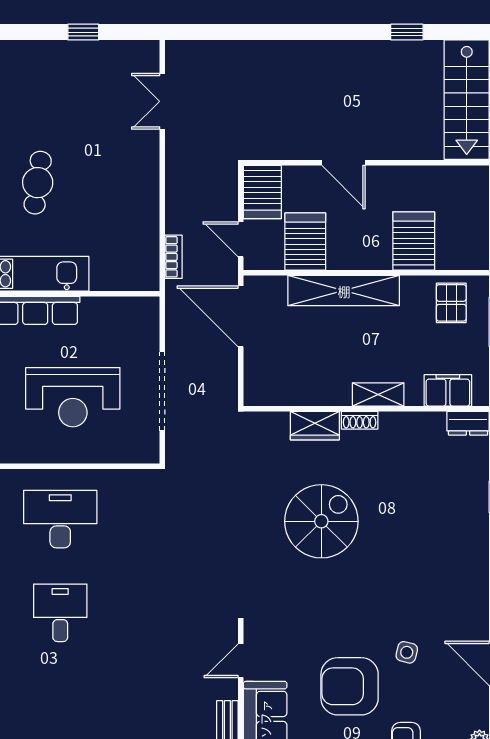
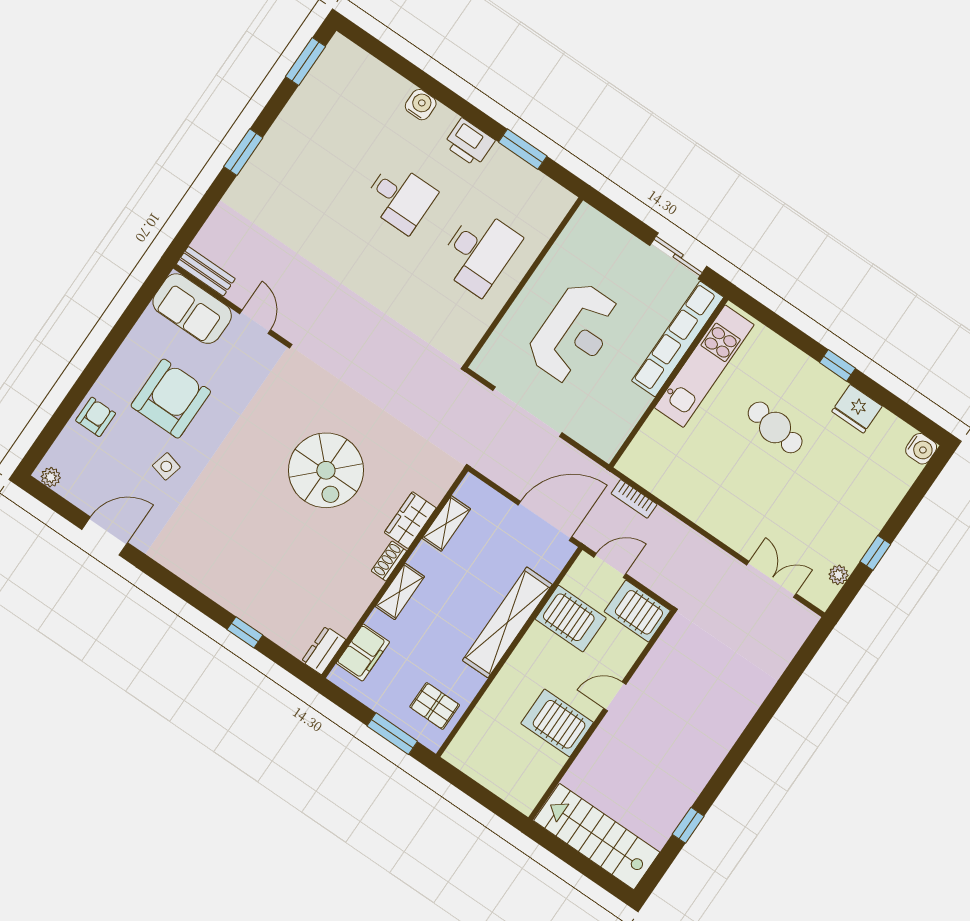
plant: (121, 50) -> (838, 575), added
door: (344, 163) -> (615, 696), width x0.73
server rack: (414, 241) -> (557, 723), moved, turned 180
shelving: (297, 395) -> (446, 523), added
reception desk: (73, 397) -> (574, 333), turned 180

